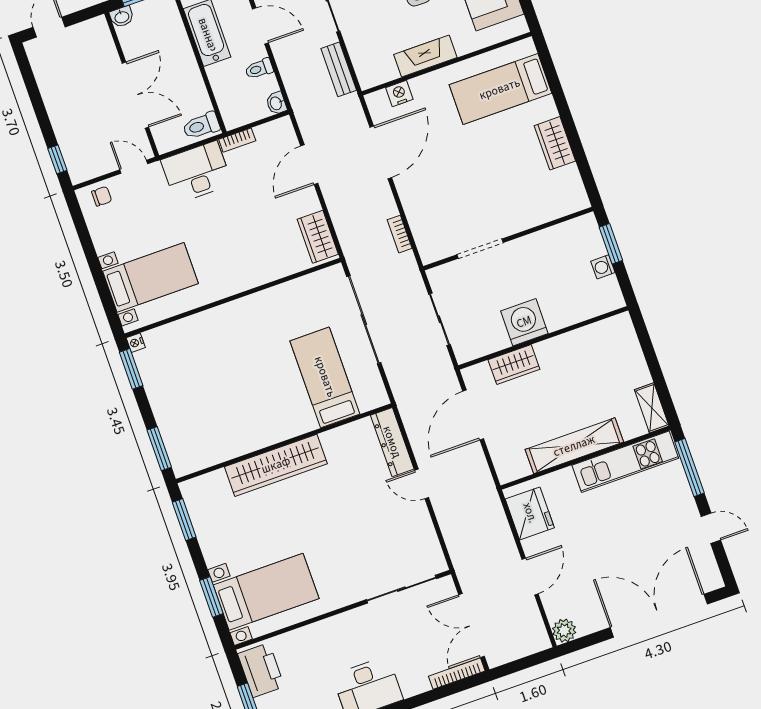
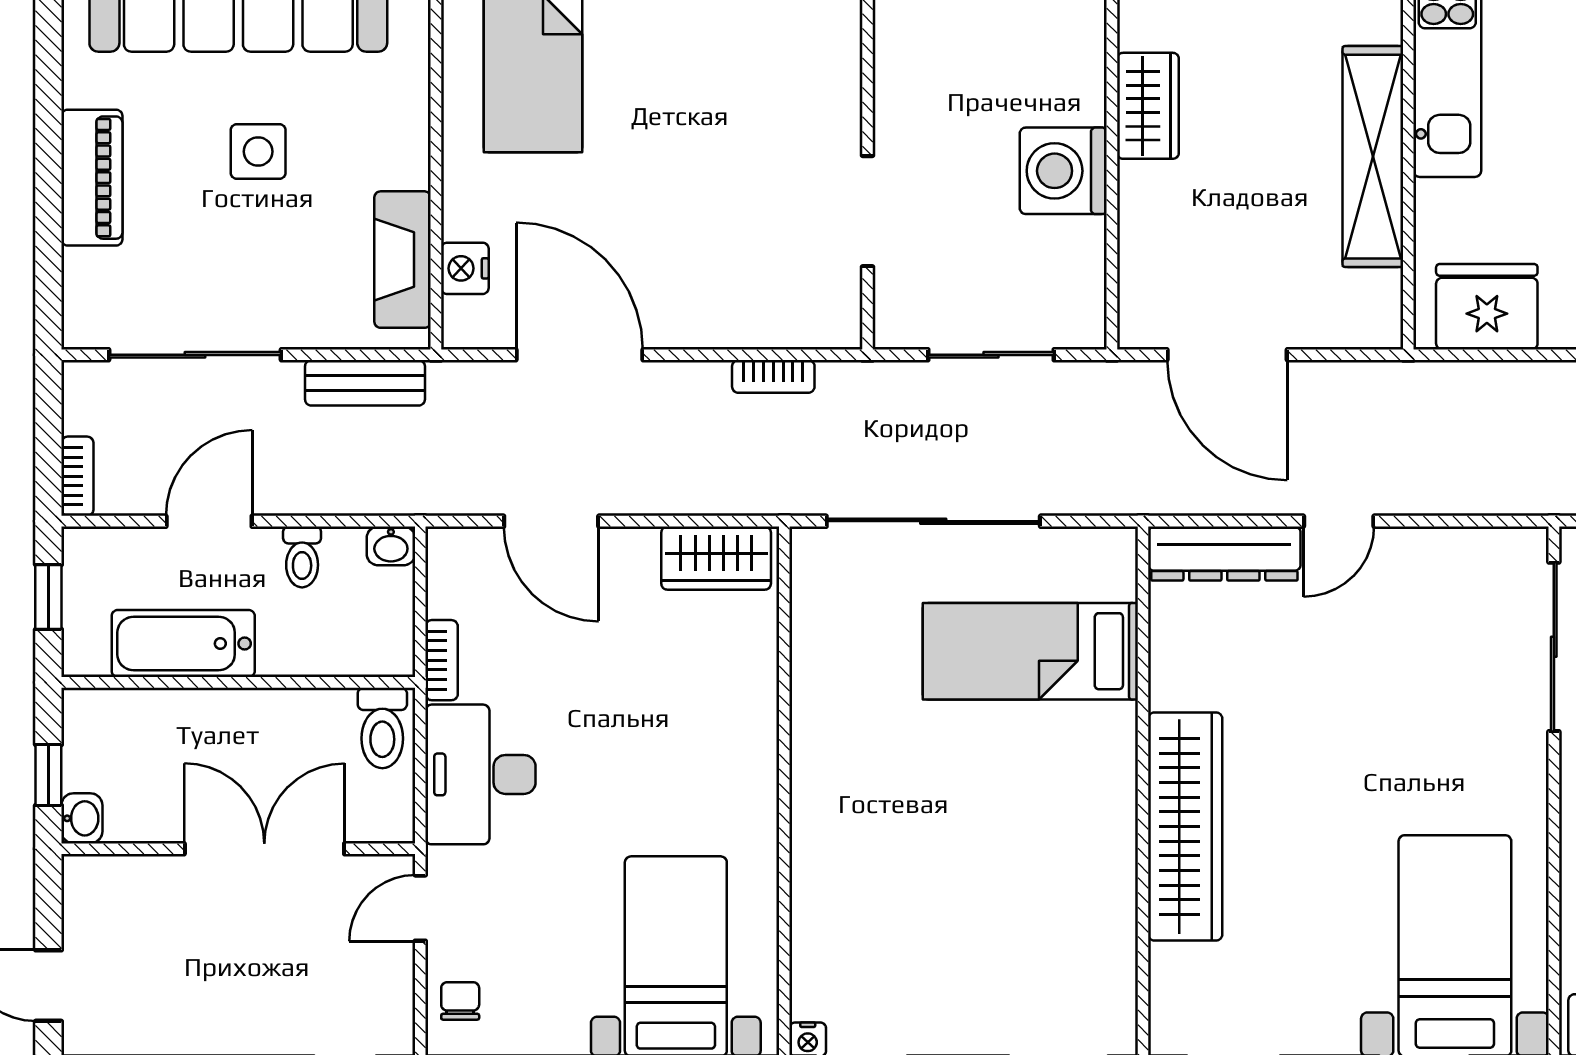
fireplace: (425, 56) -> (403, 260), moved
wardrobe: (514, 364) -> (1148, 106), moved

